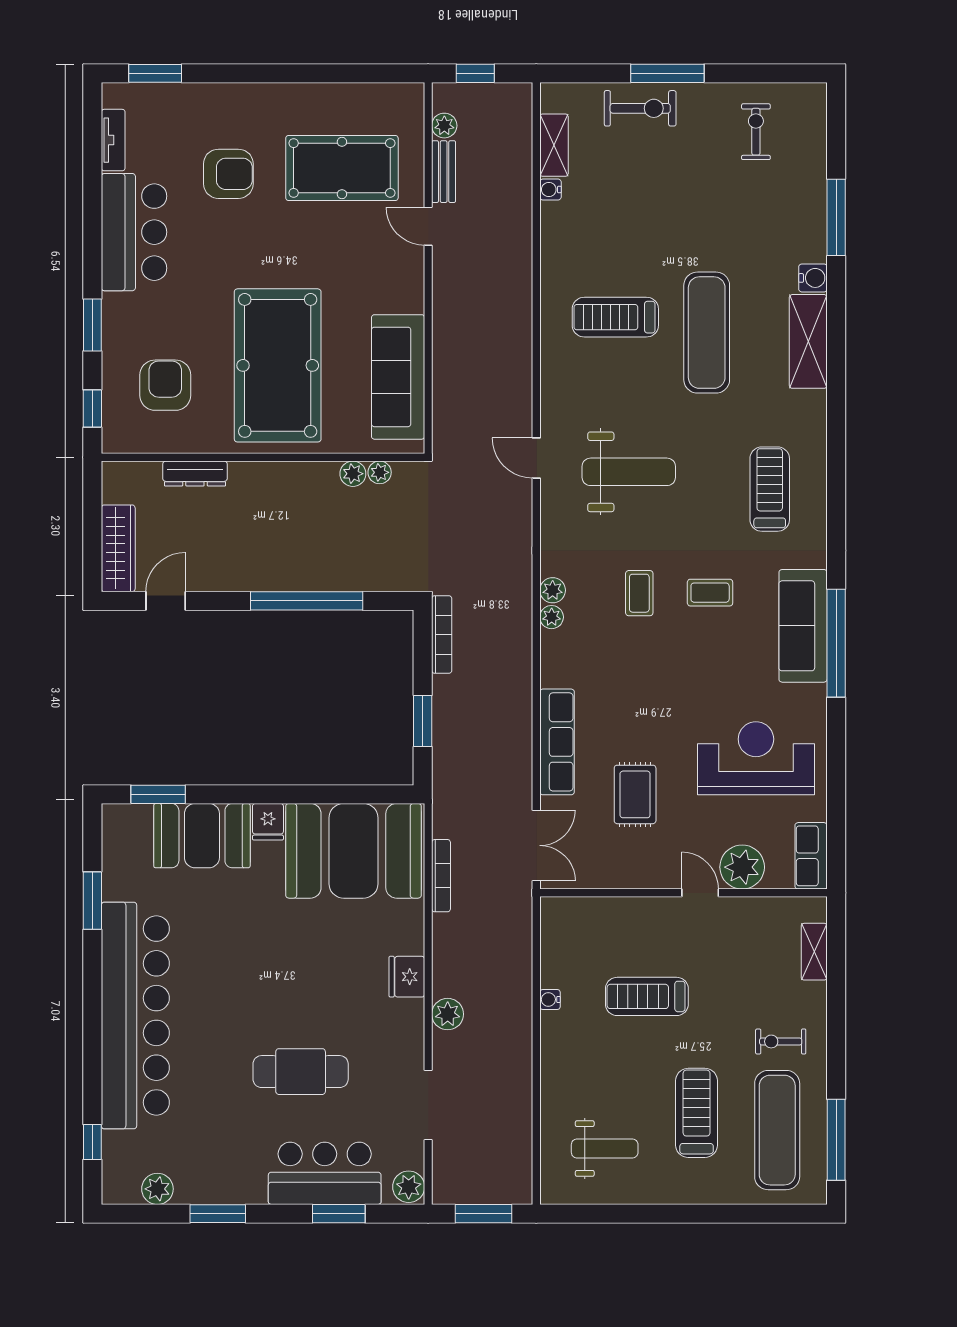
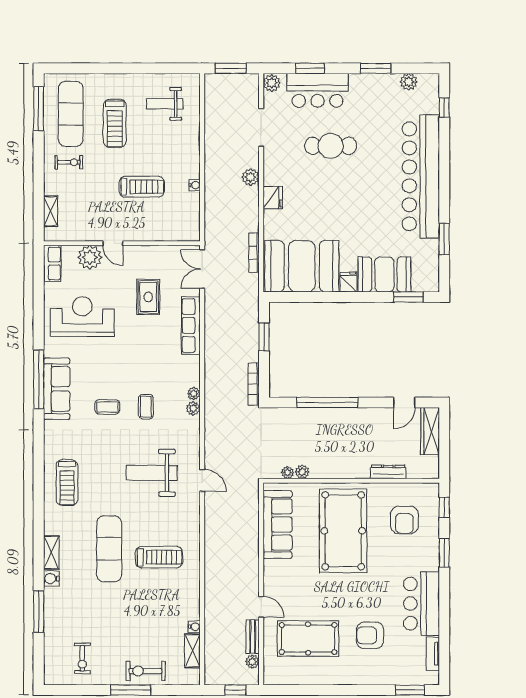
shelving: (808, 341) -> (51, 552), width x0.67, depth x0.75
treadmill: (770, 489) -> (67, 483), moved
reception desk: (756, 758) -> (82, 317), turned 180

